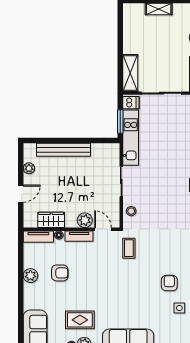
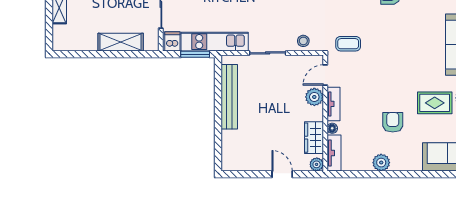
shelving: (130, 73) -> (121, 42), moved
bench: (63, 150) -> (229, 97), moved
plant: (29, 168) -> (317, 164), moved
armchair: (60, 273) -> (393, 122), moved
rug: (80, 320) -> (435, 103), turned 90

